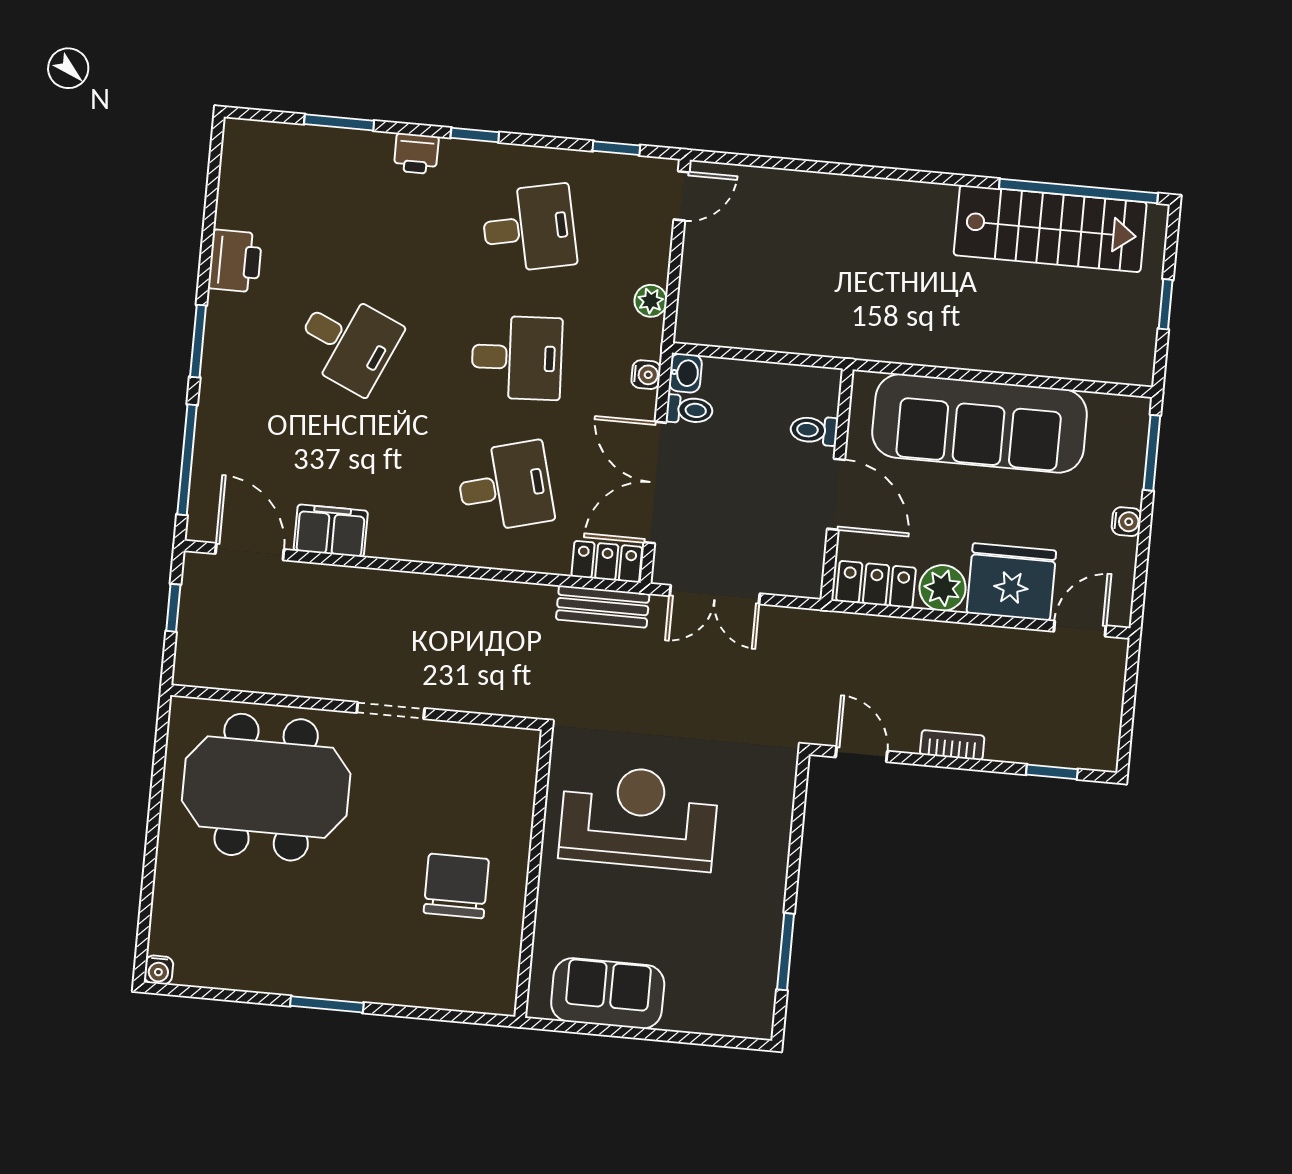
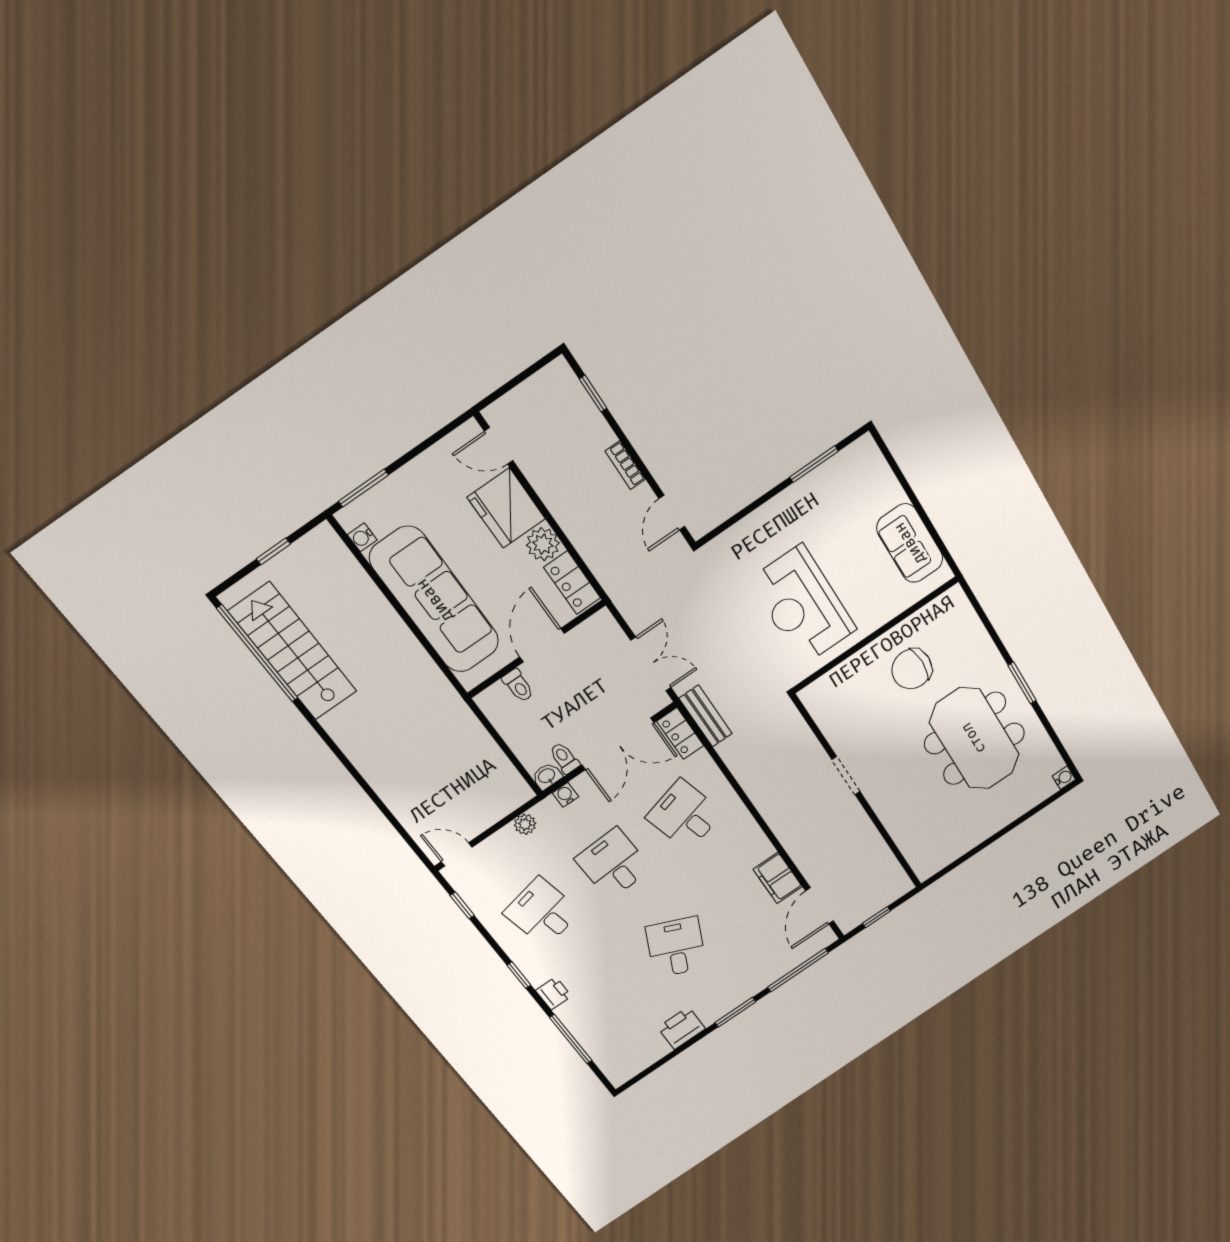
window: (339, 122) -> (571, 1039), width x1.44
water cooler: (1126, 522) -> (362, 537), moved, turned -90
meeting table: (266, 787) -> (974, 738), moved

